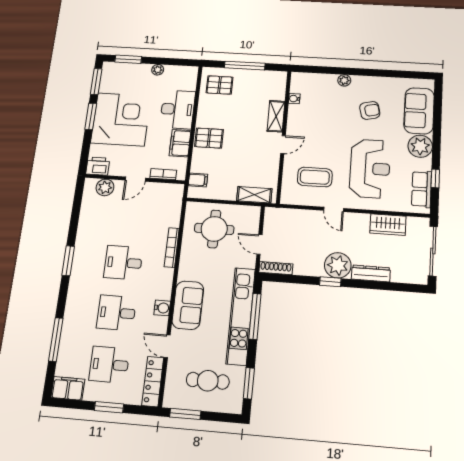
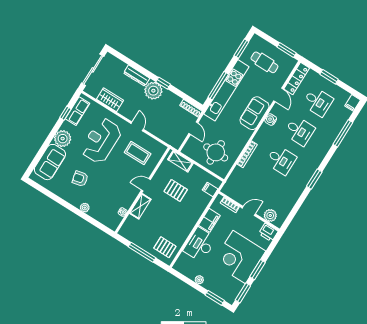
pallet: (209, 138) -> (176, 190), moved
filing cabinet: (68, 388) -> (353, 103), width x0.50

